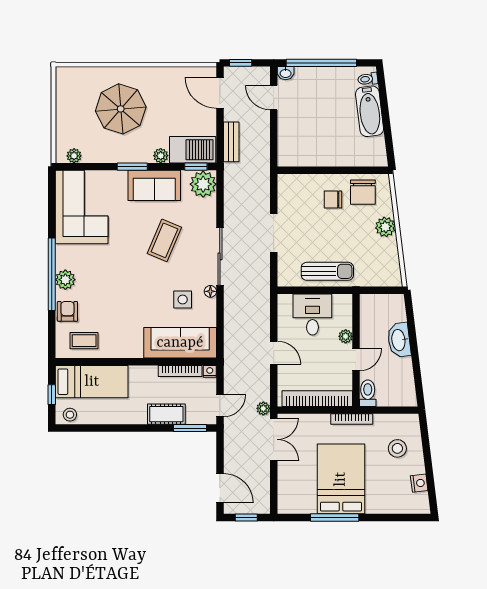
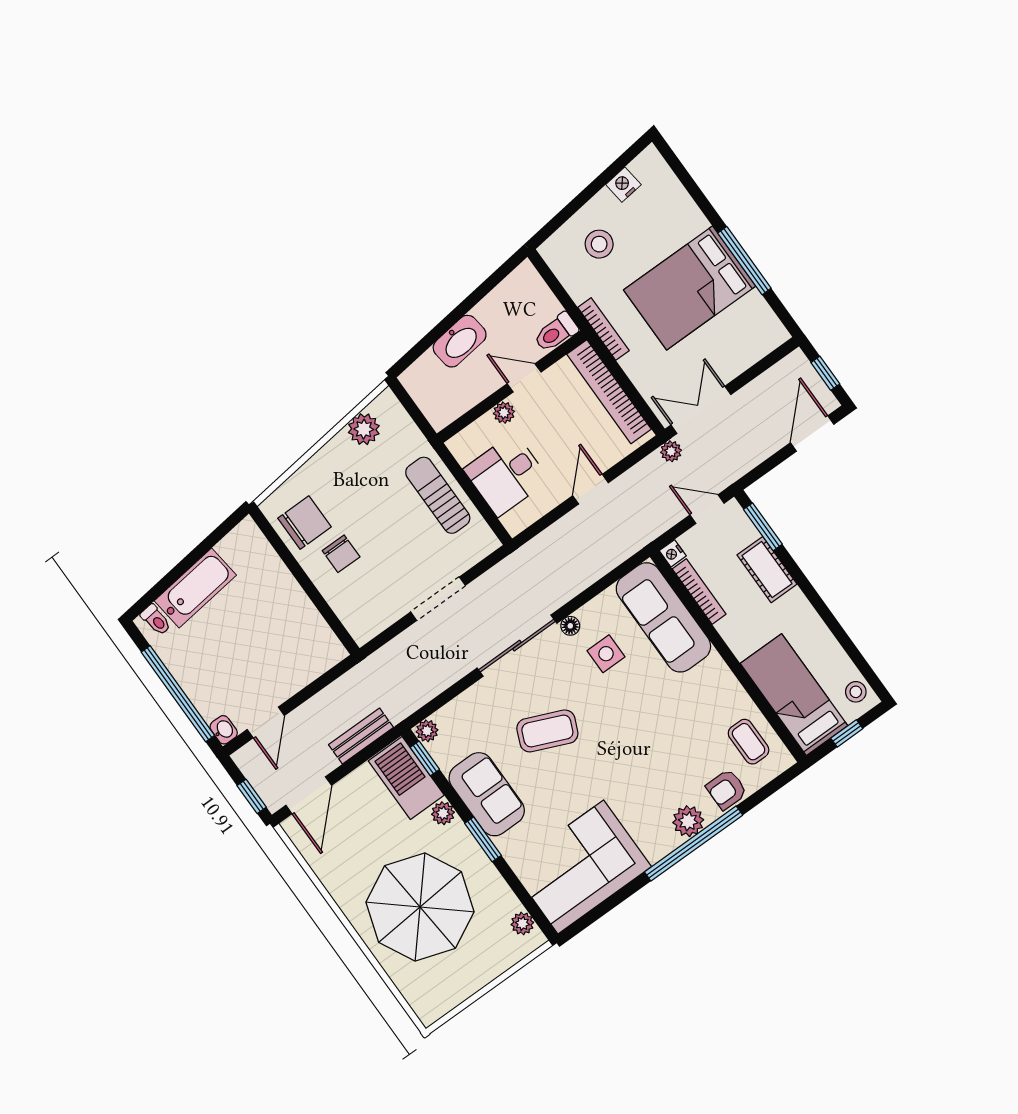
parasol: (121, 109) -> (420, 907), width x1.36, depth x1.36
plant: (203, 184) -> (427, 731), width x0.53, depth x0.53
plant: (385, 227) -> (364, 429), moved

